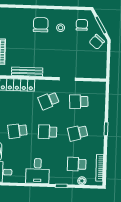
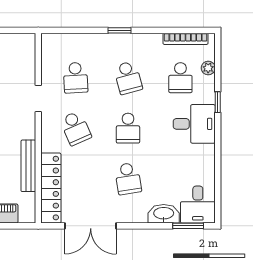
desk: (37, 171) -> (194, 124), moved

